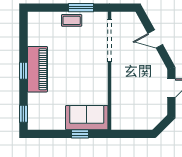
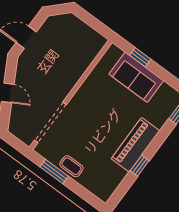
window: (23, 71) -> (140, 166), moved
sofa: (87, 118) -> (136, 77), moved

